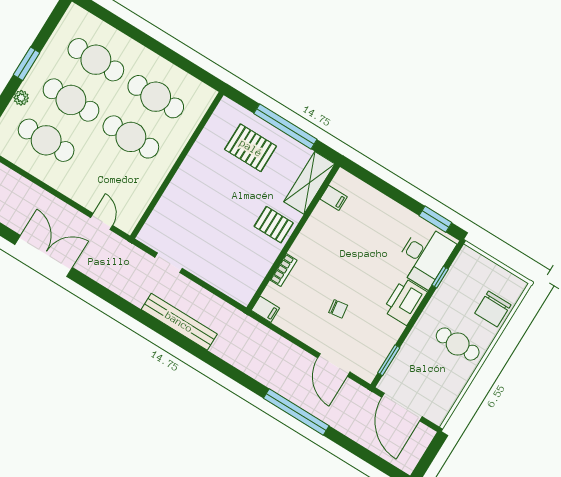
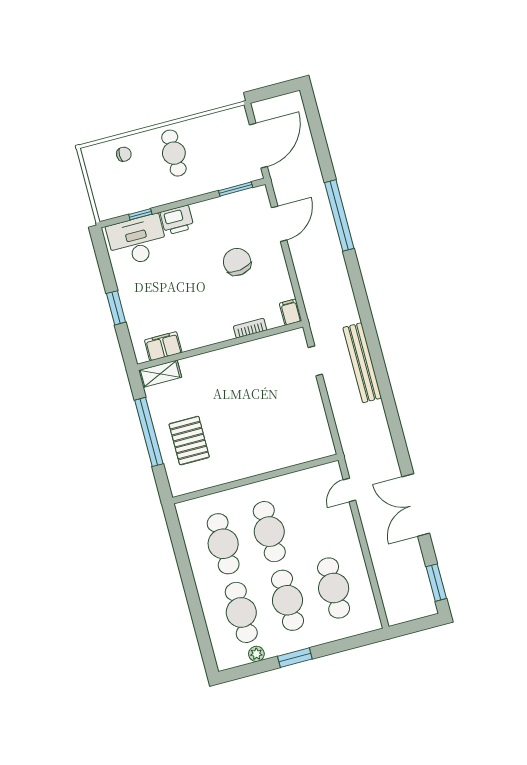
plant: (21, 98) -> (256, 654), moved
shelving: (309, 183) -> (160, 374), width x0.67, depth x0.75
filing cabinet: (334, 198) -> (163, 346), width x2.00
window: (435, 219) -> (116, 308), moved
pallet: (274, 225) -> (226, 368), removed
doorway: (169, 263) -> (315, 361), moved
printer: (405, 301) -> (177, 220), width x0.73, depth x0.84
chair: (338, 309) -> (237, 262), width x1.87, depth x1.87
chair: (493, 309) -> (124, 154), width x0.54, depth x0.54

